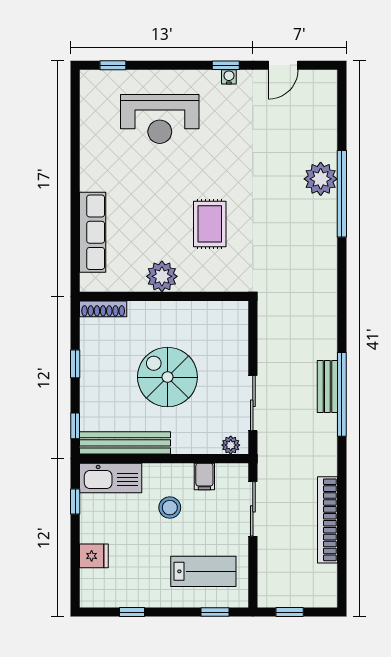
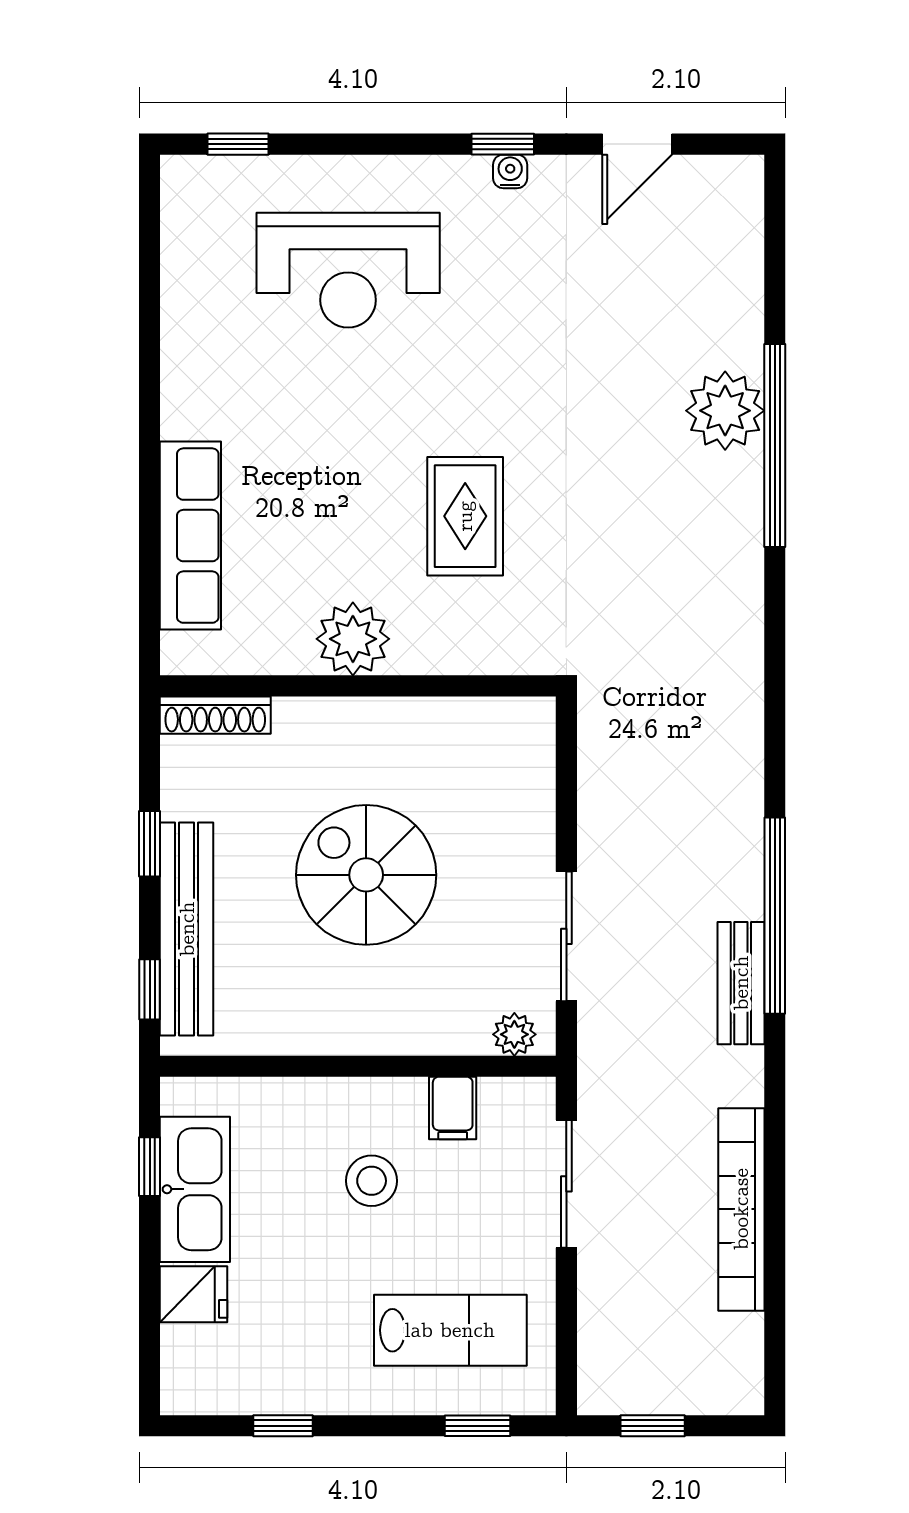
bench: (327, 387) -> (741, 983), moved
bench: (125, 443) -> (187, 929), moved, turned 90
kitchen sink: (111, 478) -> (195, 1189), moved, turned -90

